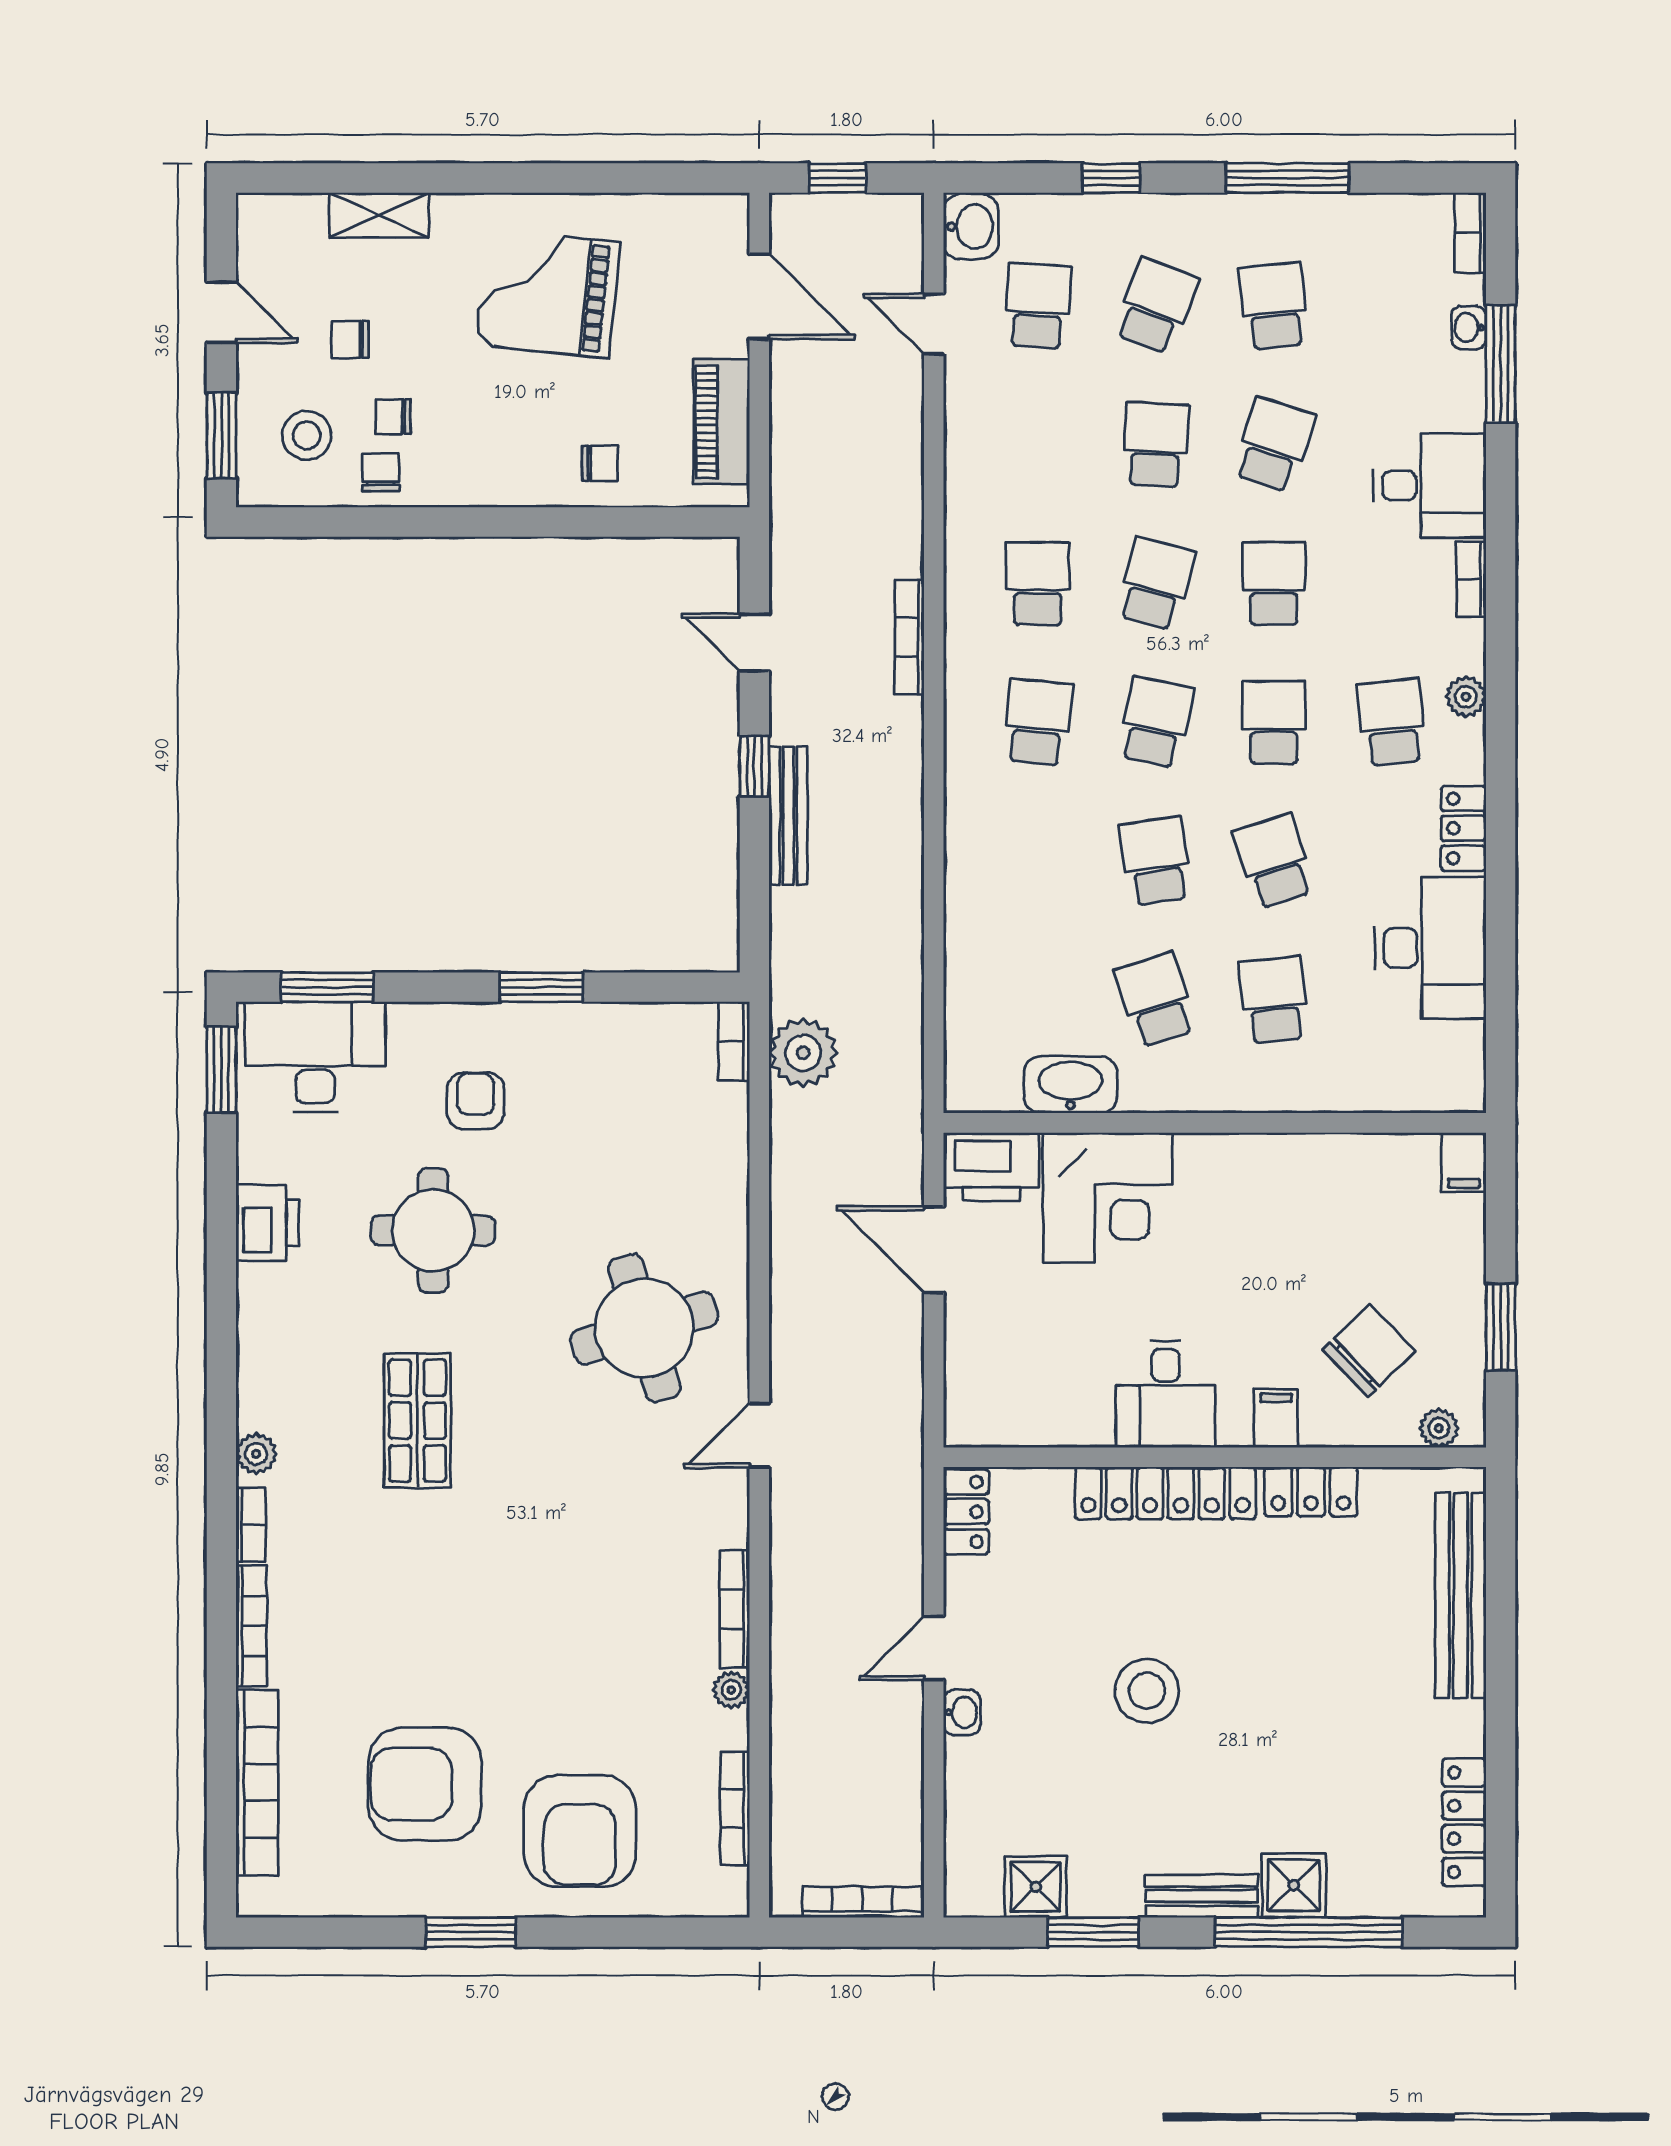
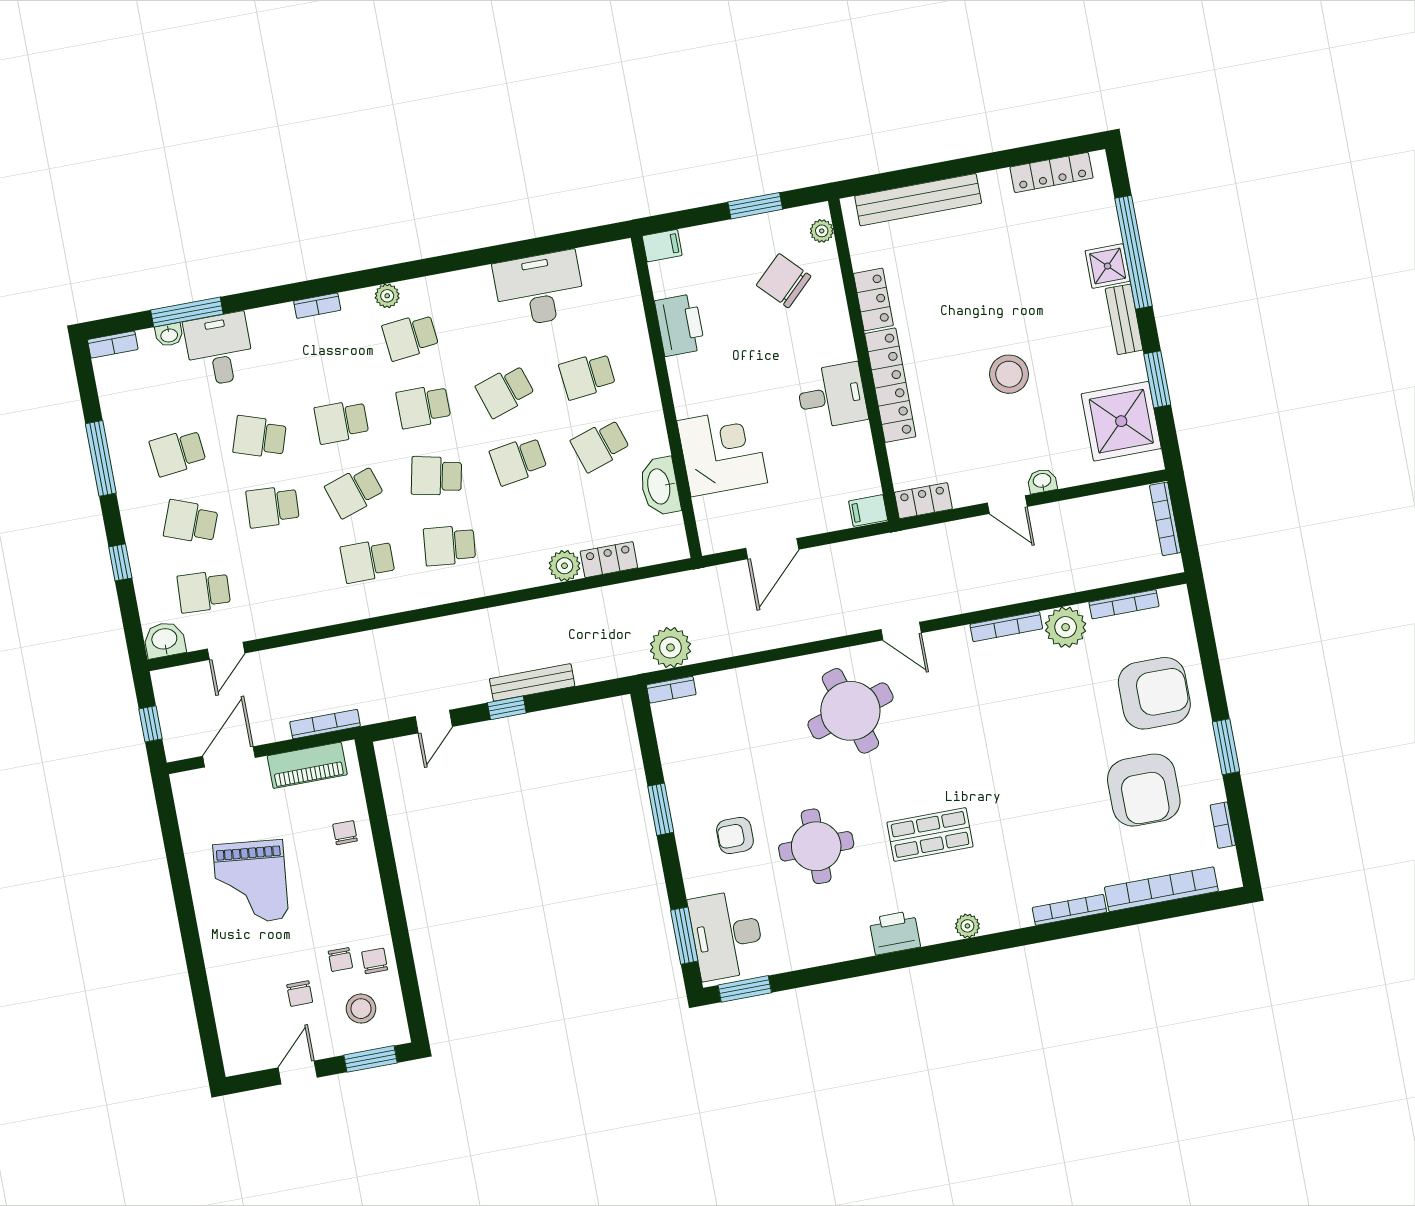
shelving: (379, 215) -> (223, 990), removed
chair: (381, 472) -> (375, 961), turned 90
desk: (1430, 486) -> (219, 349), moved
school desk: (1156, 583) -> (355, 491), turned -33
bookcase: (909, 637) -> (325, 724), moved, turned 180
locker: (1464, 828) -> (609, 560), moved, turned 180
plant: (970, 904) -> (564, 566), added
printer: (991, 1167) -> (680, 325), moved
printer: (267, 1223) -> (895, 933), moved
filing cabinet: (1276, 1418) -> (868, 511), moved
bookcase: (251, 1525) -> (1223, 825), moved, turned -90
plant: (731, 1690) -> (1066, 627), width x1.88, depth x1.88
shower: (1036, 1887) -> (1121, 421), width x1.86, depth x1.86

